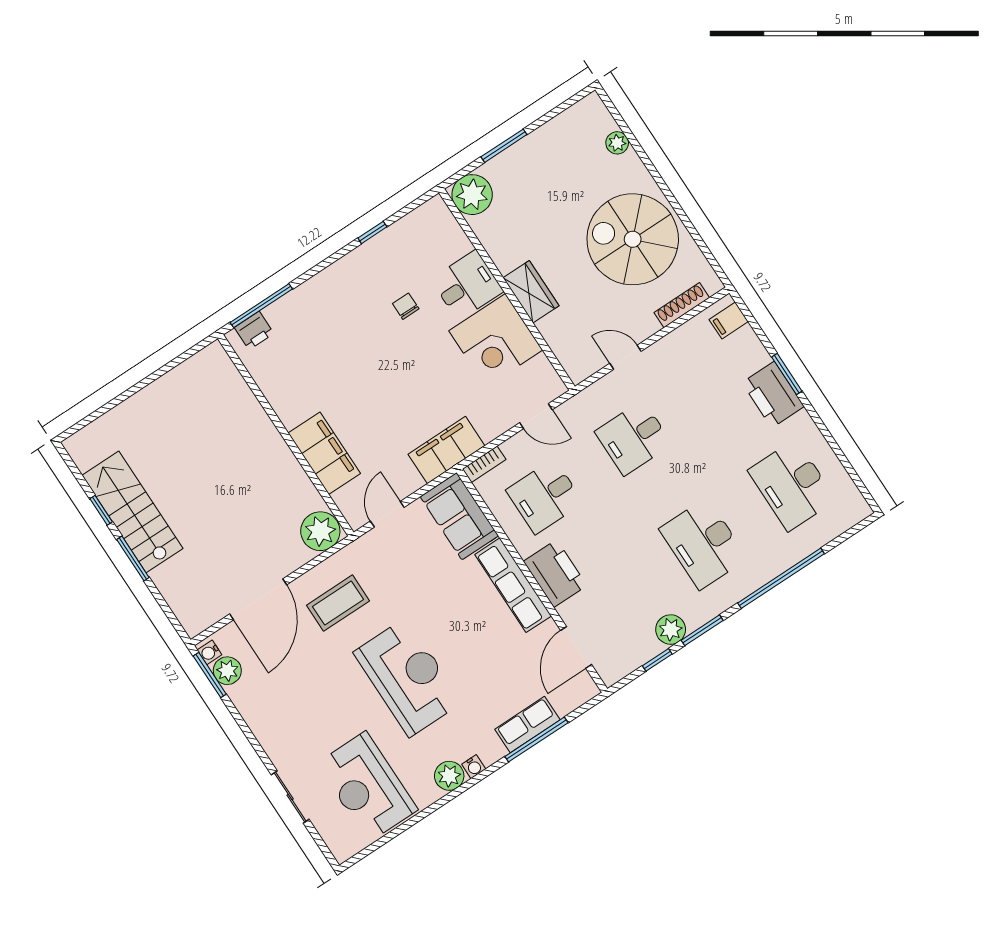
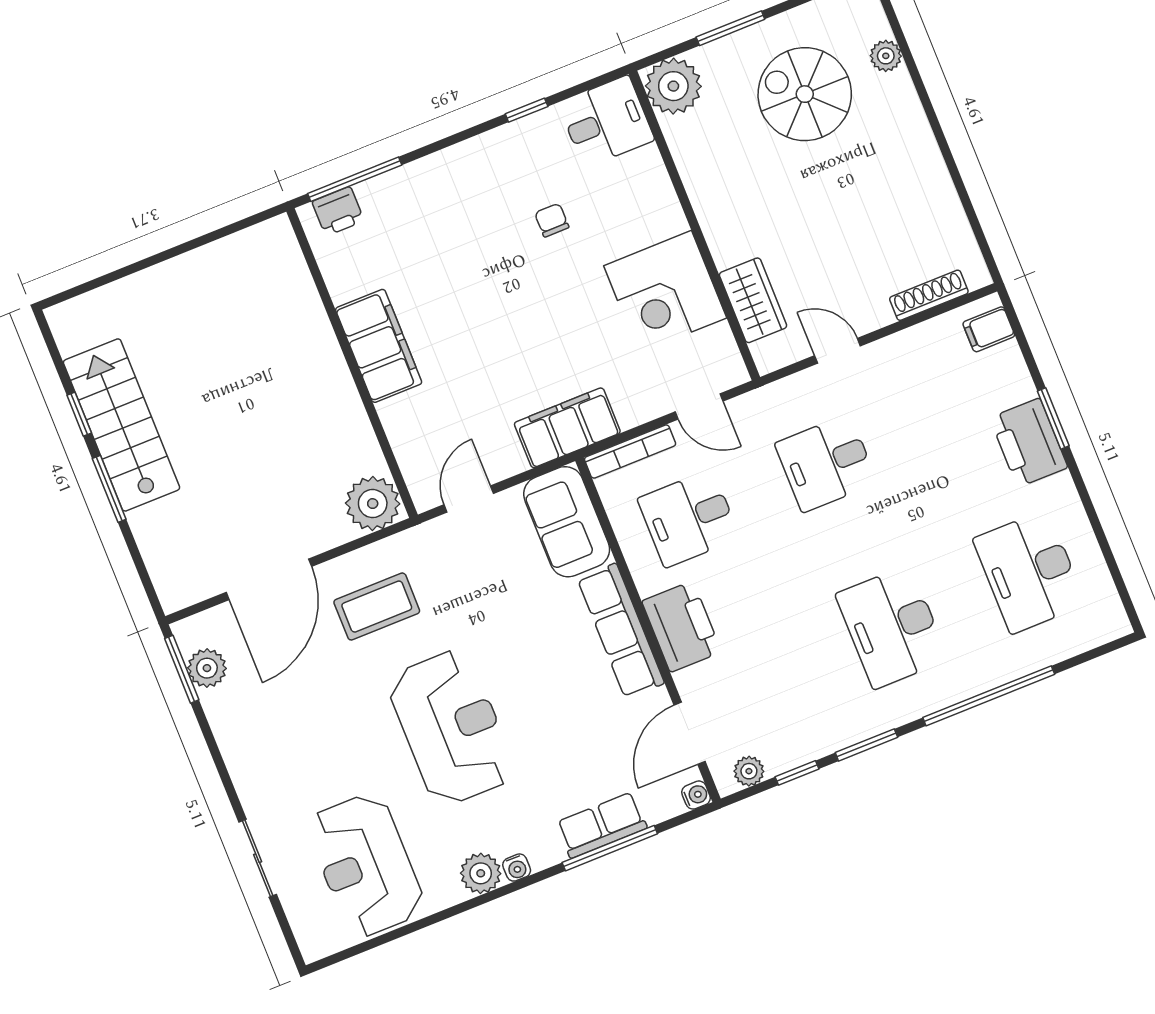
spiral stairs: (633, 239) -> (805, 94), moved, width x0.73, depth x0.73
desk: (467, 285) -> (606, 121), moved
wardrobe: (531, 292) -> (753, 300), moved
filing cabinet: (324, 453) -> (379, 346), moved
bookcase: (484, 464) -> (630, 451), width x1.56
plant: (671, 630) -> (749, 771), moved, width x0.73, depth x0.73
water cooler: (209, 652) -> (696, 795), moved, turned 180

